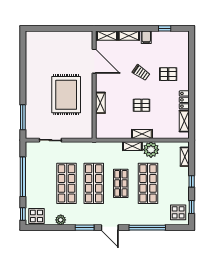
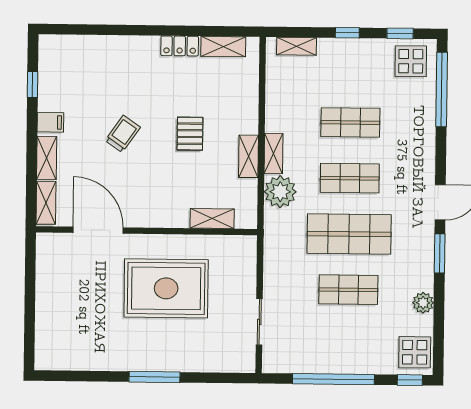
door: (94, 61) -> (98, 230), hinge flipped
pallet: (168, 74) -> (126, 78), removed
shelving: (100, 103) -> (212, 219), moved
window: (23, 117) -> (155, 377), moved
shelving: (142, 134) -> (249, 156), moved
plant: (151, 150) -> (280, 192), moved
shop shelf: (67, 183) -> (348, 290), width x0.70, depth x0.74
shop shelf: (148, 183) -> (350, 122), width x0.70, depth x0.74
window: (147, 228) -> (442, 89), moved

